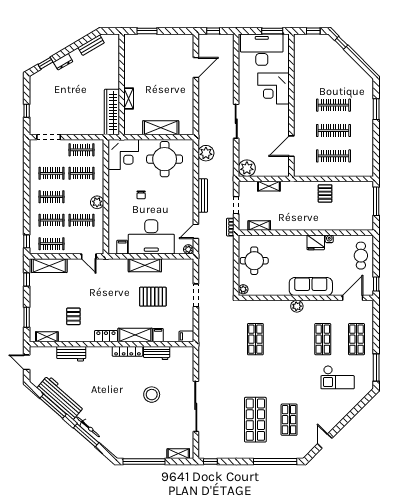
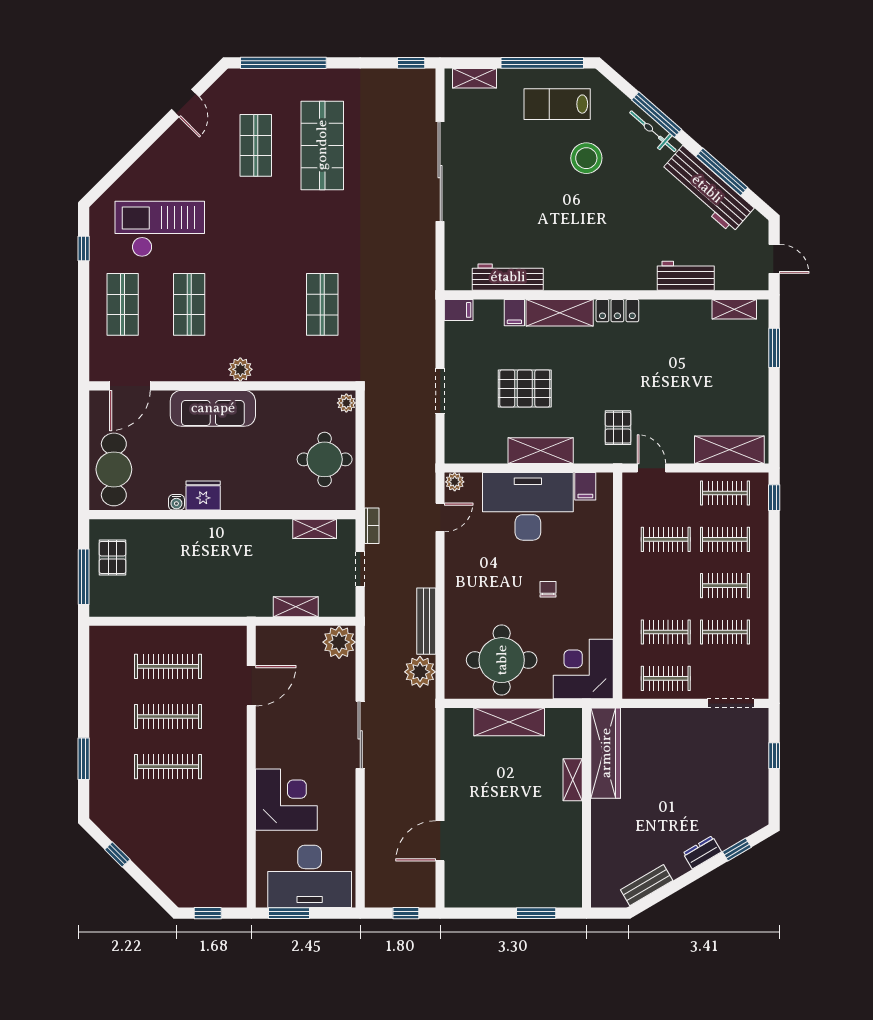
window: (341, 43) -> (117, 854), moved
pallet: (325, 193) -> (113, 557), moved
bench: (203, 196) -> (426, 621), moved
plant: (97, 202) -> (635, 575), removed
cafe table: (361, 256) -> (114, 469), width x1.37, depth x1.35
window: (27, 279) -> (774, 422), removed
window: (376, 284) -> (84, 413), removed
pallet: (73, 316) -> (618, 428), moved
locker: (127, 351) -> (575, 280), removed
workbench: (157, 353) -> (508, 277), width x1.37
window: (376, 367) -> (84, 249), width x0.46
checkout: (338, 377) -> (160, 229), width x1.36, depth x1.21
stool: (152, 395) -> (586, 158), moved
lab bench: (136, 441) -> (557, 104), added

